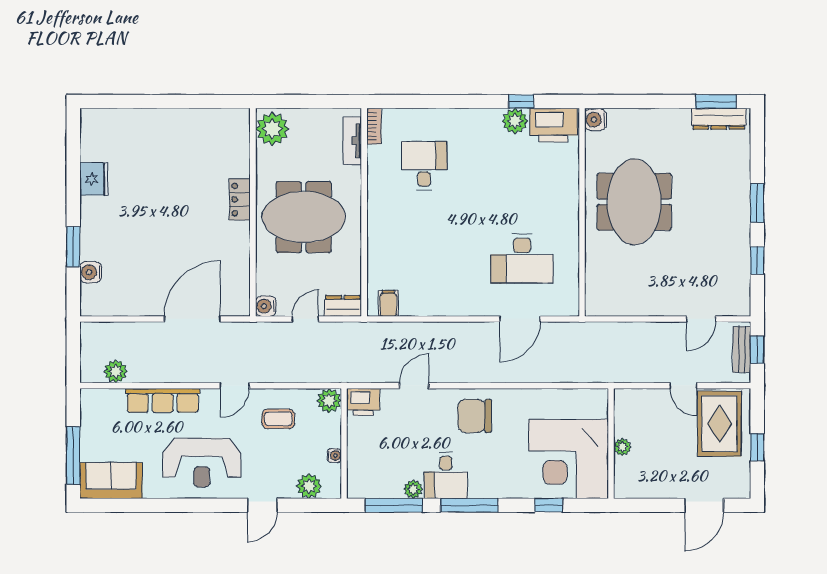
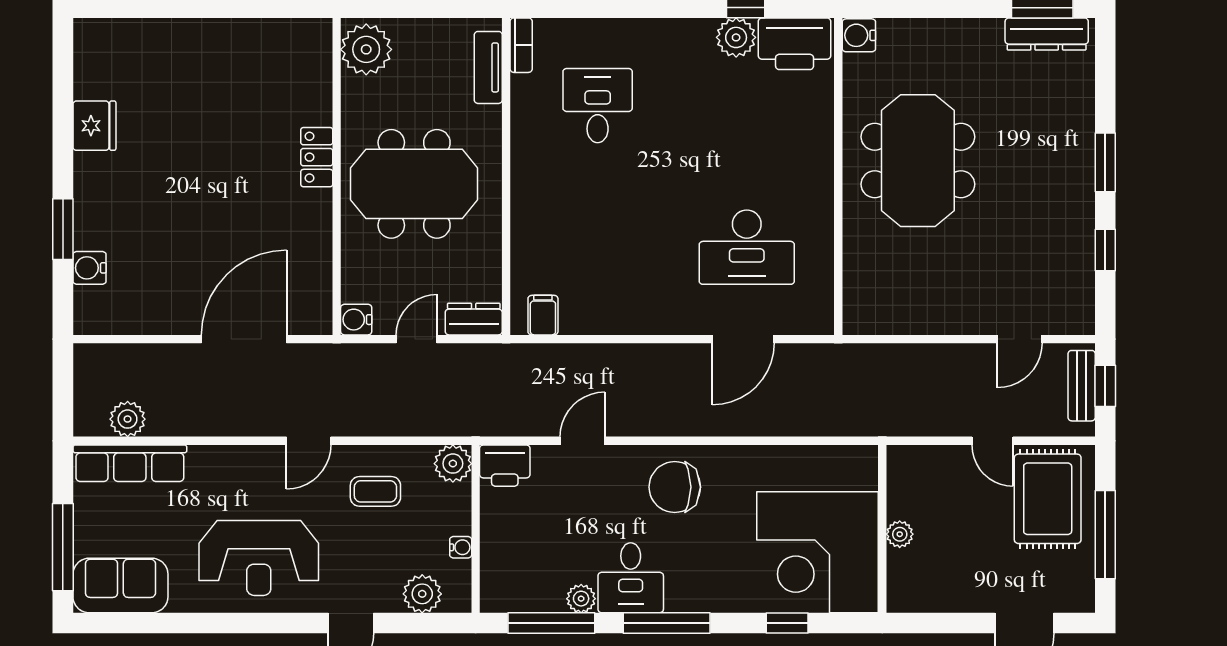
row of seats: (163, 400) -> (130, 463), moved
window: (757, 447) -> (1105, 535), width x2.17

